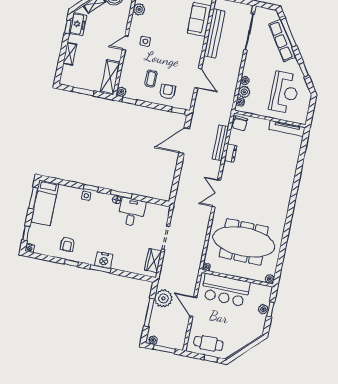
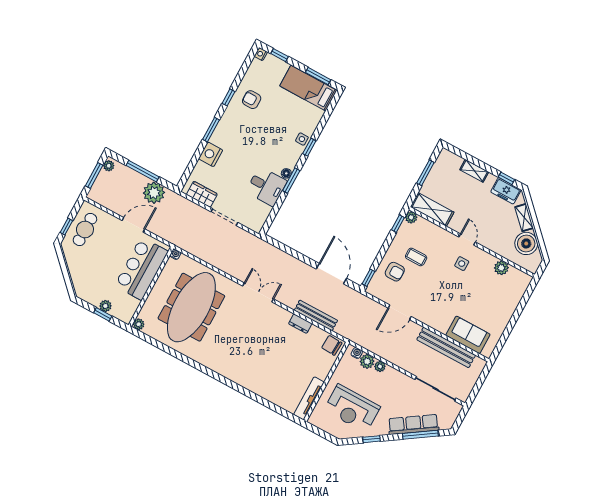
nightstand: (104, 260) -> (211, 154), moved

